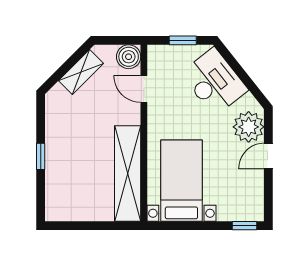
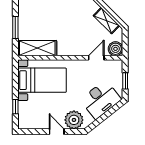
shelving: (128, 174) -> (37, 48), width x0.68
window: (93, 226) -> (15, 27), added
window: (245, 226) -> (15, 107), moved

